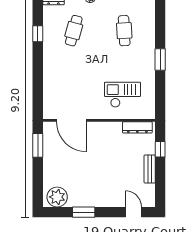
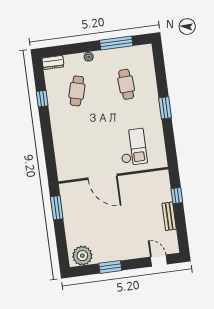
checkout: (122, 95) -> (133, 147), turned 90
door: (71, 120) -> (103, 177), moved
dresser: (137, 127) -> (152, 177), removed

